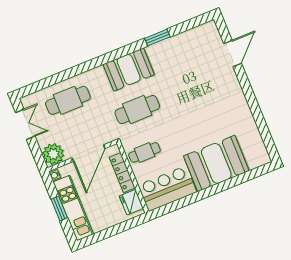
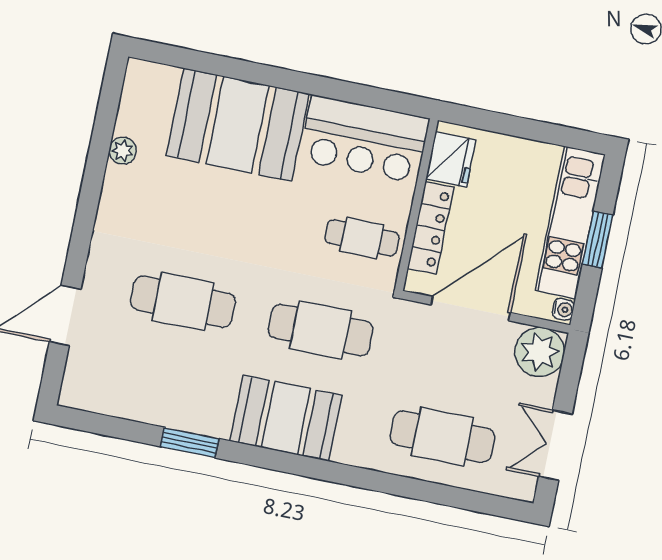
cafe table: (194, 87) -> (183, 302), added
plant: (251, 126) -> (123, 151), added

